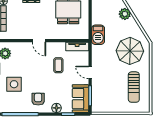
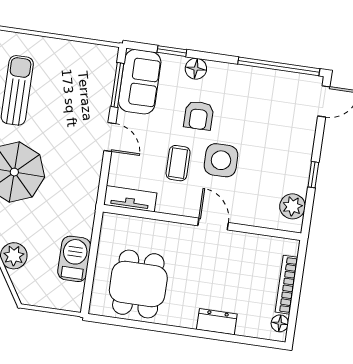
barbecue: (98, 35) -> (74, 259), moved
side table: (14, 84) -> (221, 160), moved
armchair: (38, 99) -> (199, 115), moved

